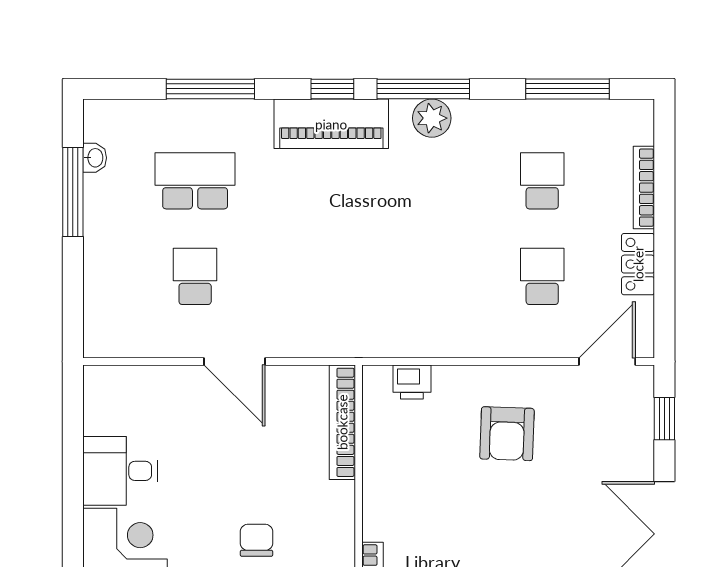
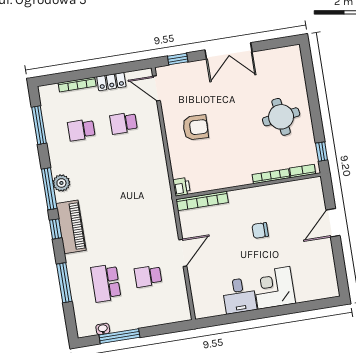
printer: (412, 382) -> (182, 187), moved

